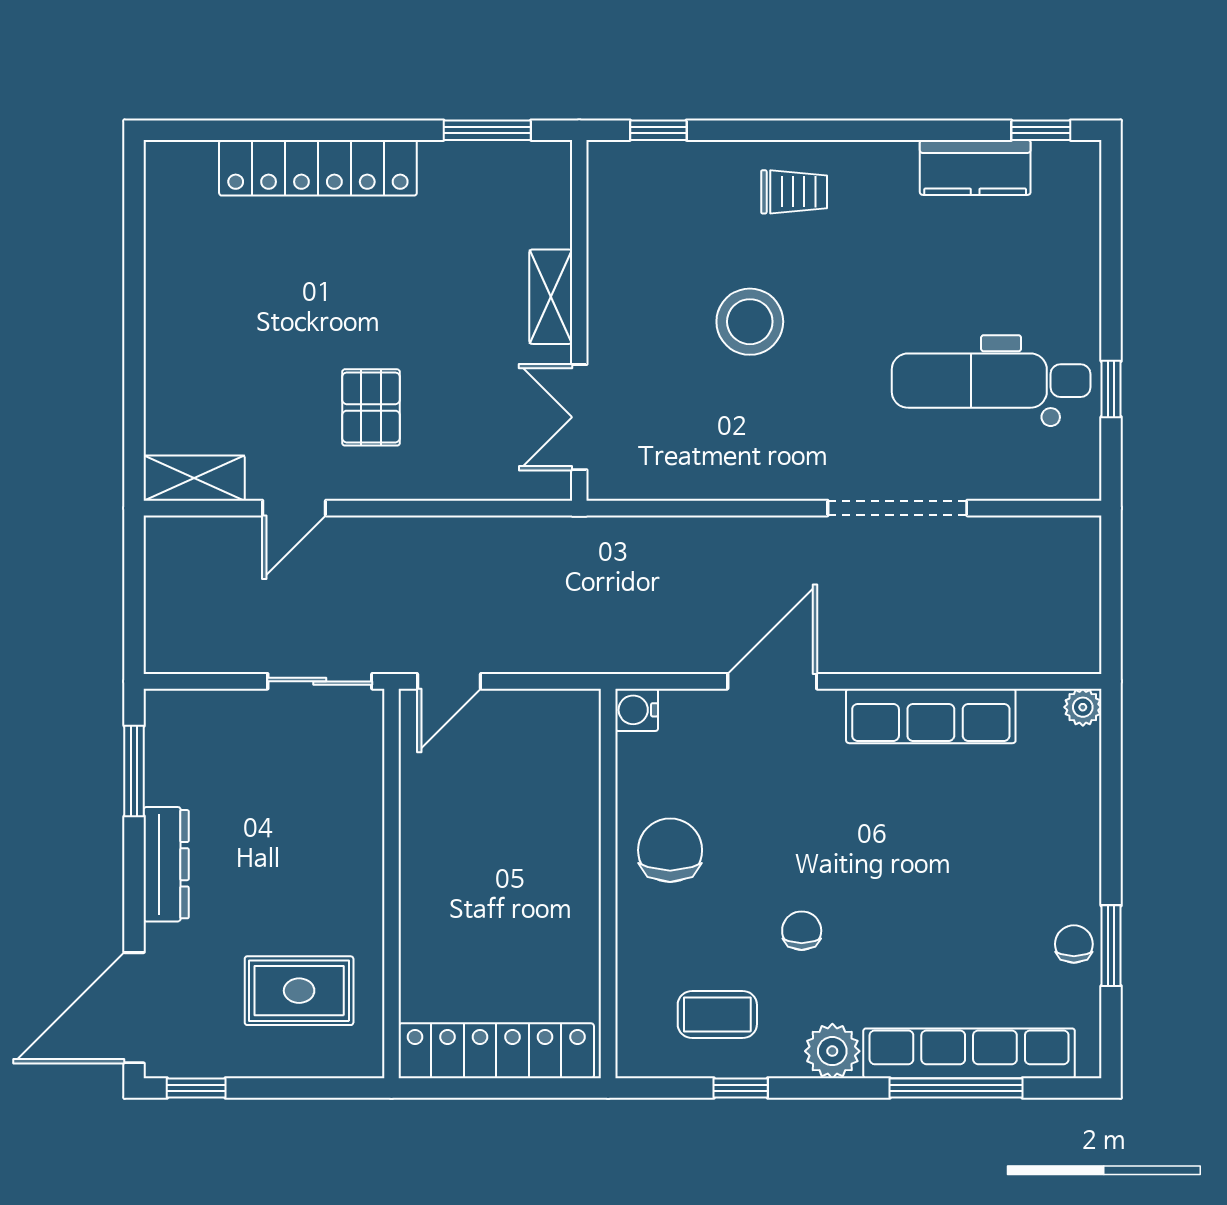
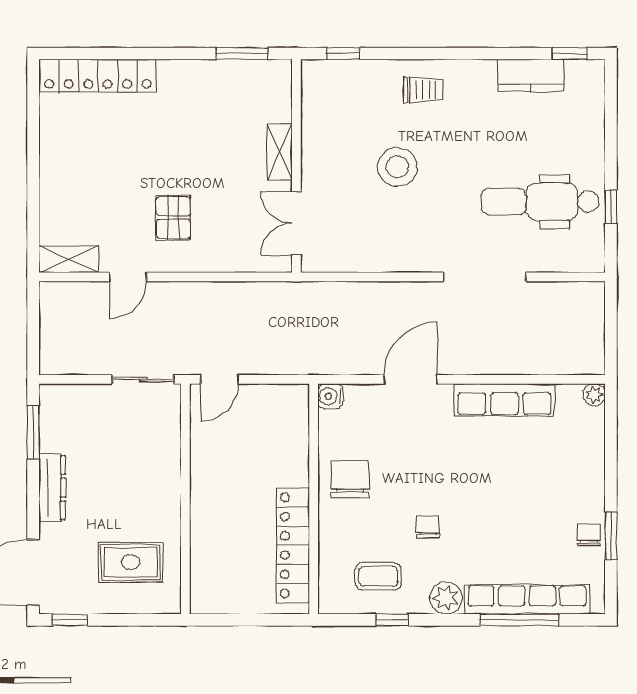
locker: (318, 168) -> (98, 76), moved
locker: (496, 1051) -> (293, 545), moved, turned -90

